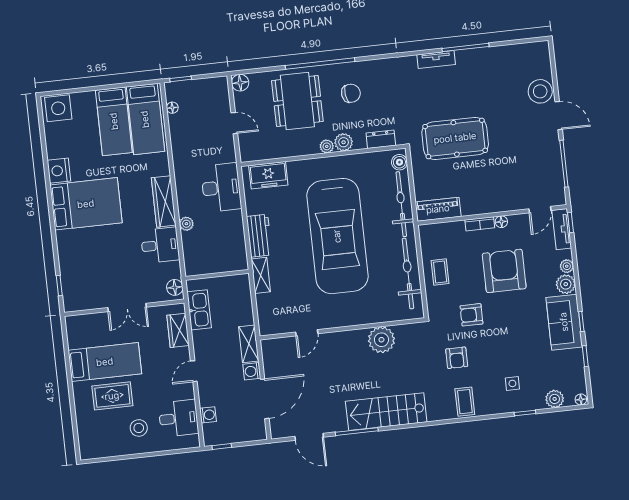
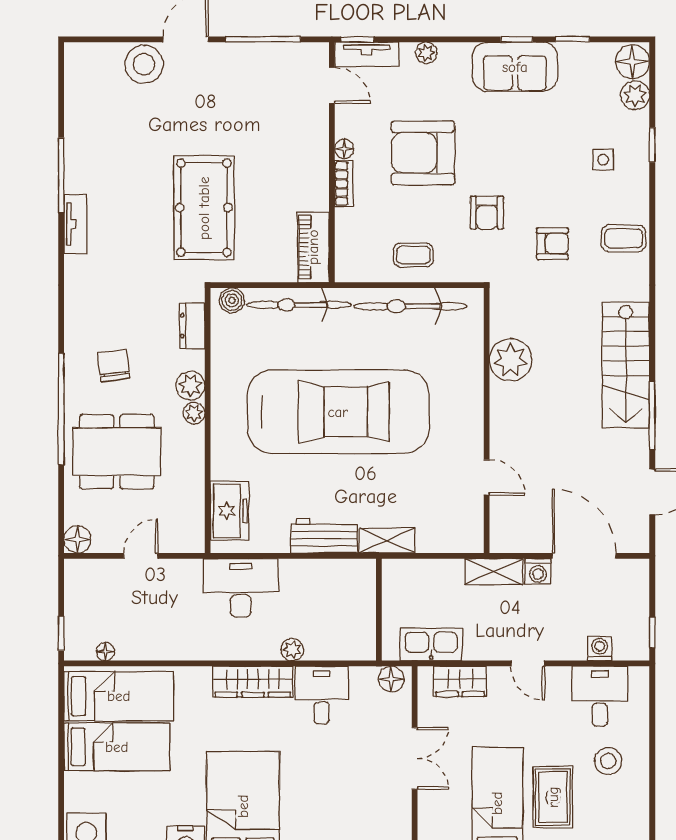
plant: (566, 284) -> (455, 58), removed
floor lamp: (581, 399) -> (633, 62), width x1.89, depth x1.89

